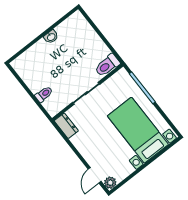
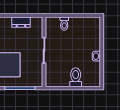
toilet: (107, 65) -> (76, 77), moved
dresser: (66, 126) -> (21, 22), moved

